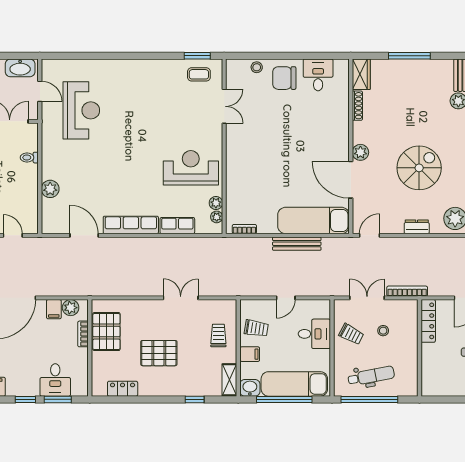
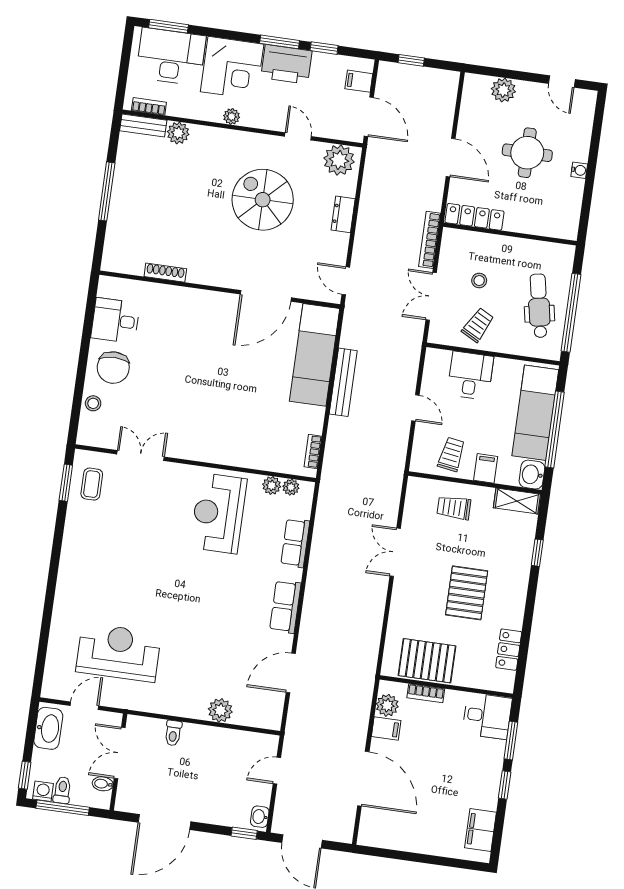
wardrobe: (361, 74) -> (123, 261), removed
plant: (360, 152) -> (230, 277), removed
row of seats: (131, 225) -> (285, 607), width x0.68
desk: (55, 380) -> (487, 716), moved

